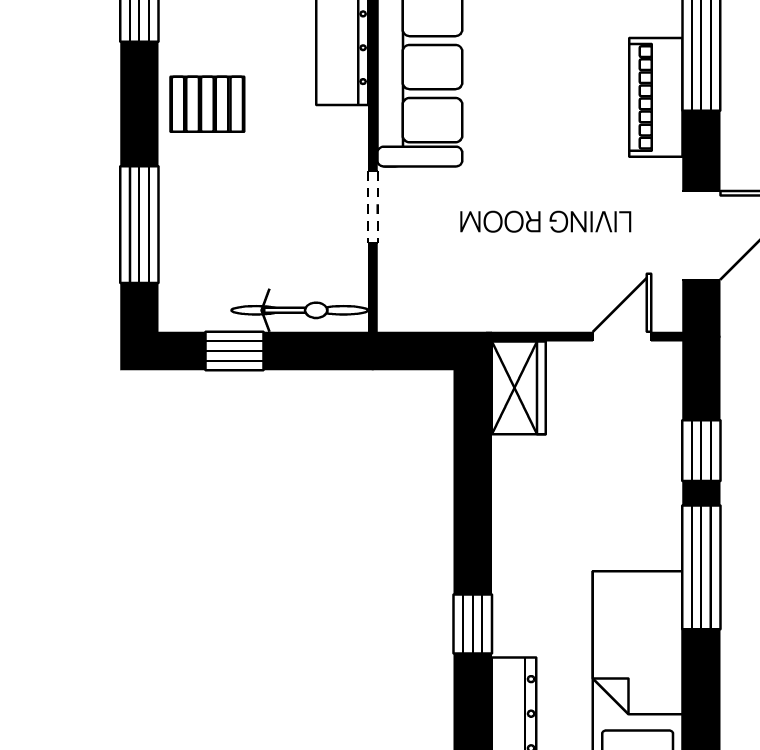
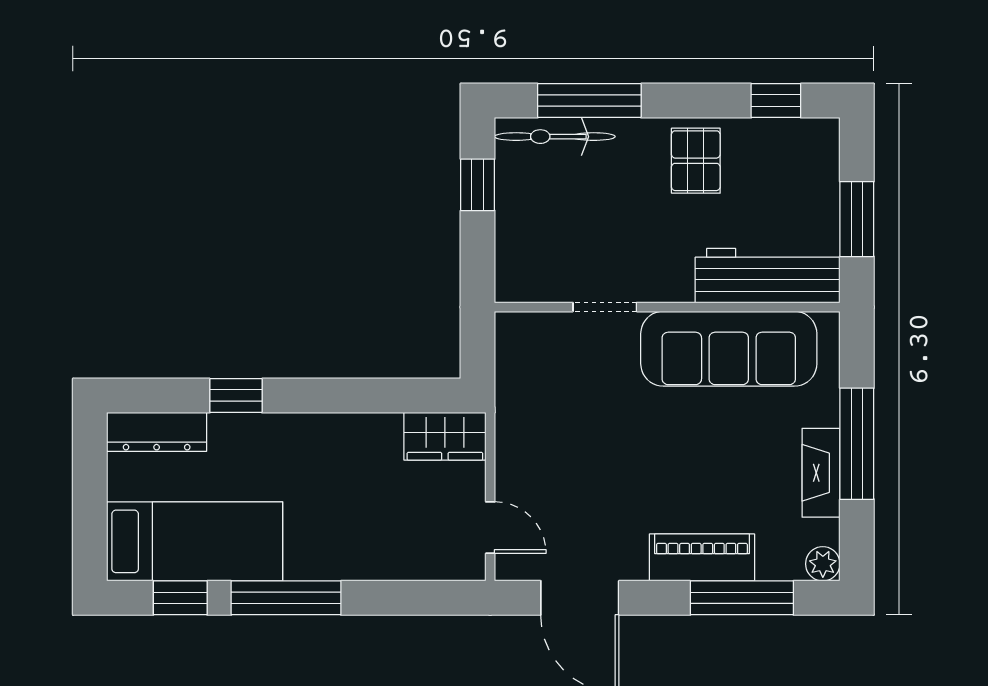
bicycle: (300, 310) -> (555, 137), moved, turned 90
window: (701, 451) -> (180, 598), moved

